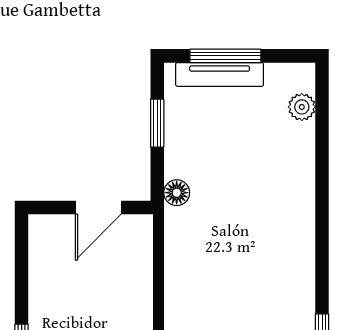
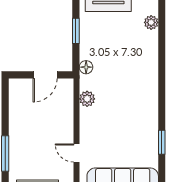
plant: (179, 253) -> (87, 99), added

